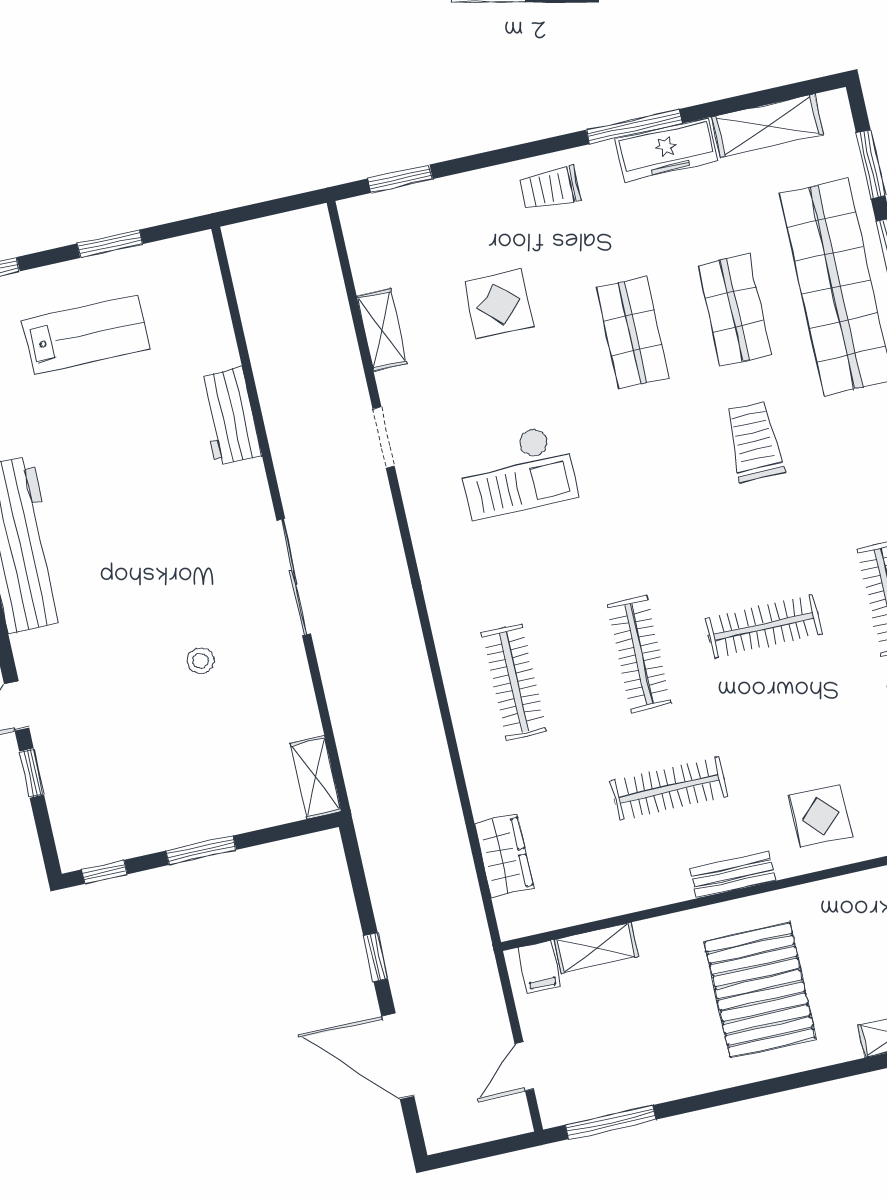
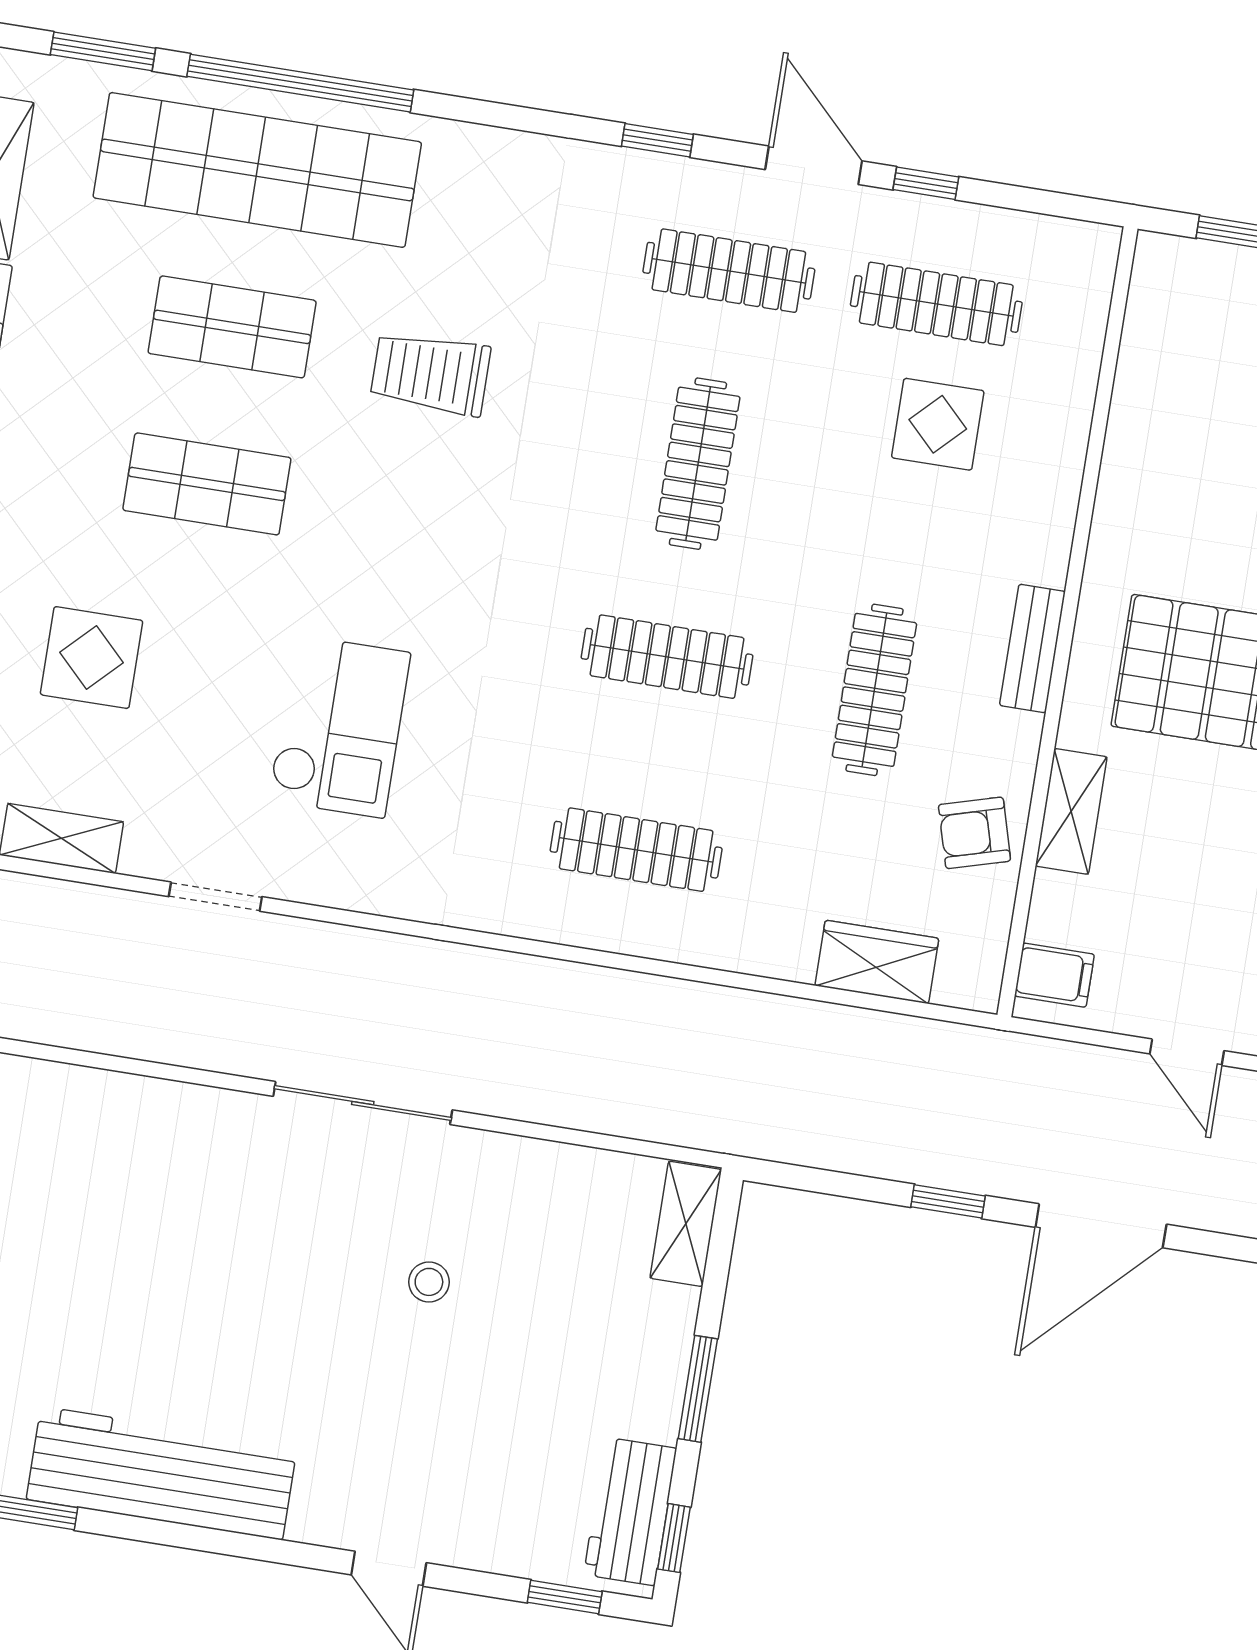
workbench: (229, 416) -> (630, 1511), moved, turned 90
window: (32, 773) -> (565, 1597), moved
shelving: (316, 777) -> (686, 1224), moved, turned 90
display table: (821, 816) -> (938, 424), moved
armchair: (606, 884) -> (974, 833), added
shelving: (596, 948) -> (1071, 811), moved

